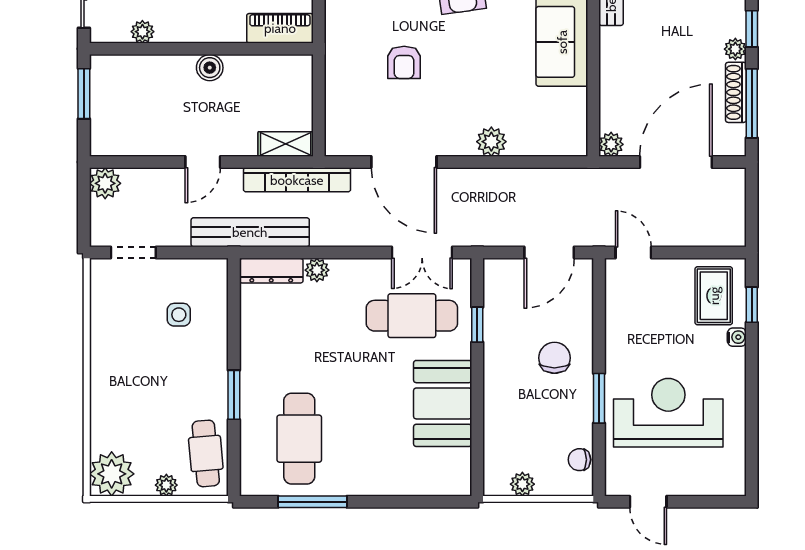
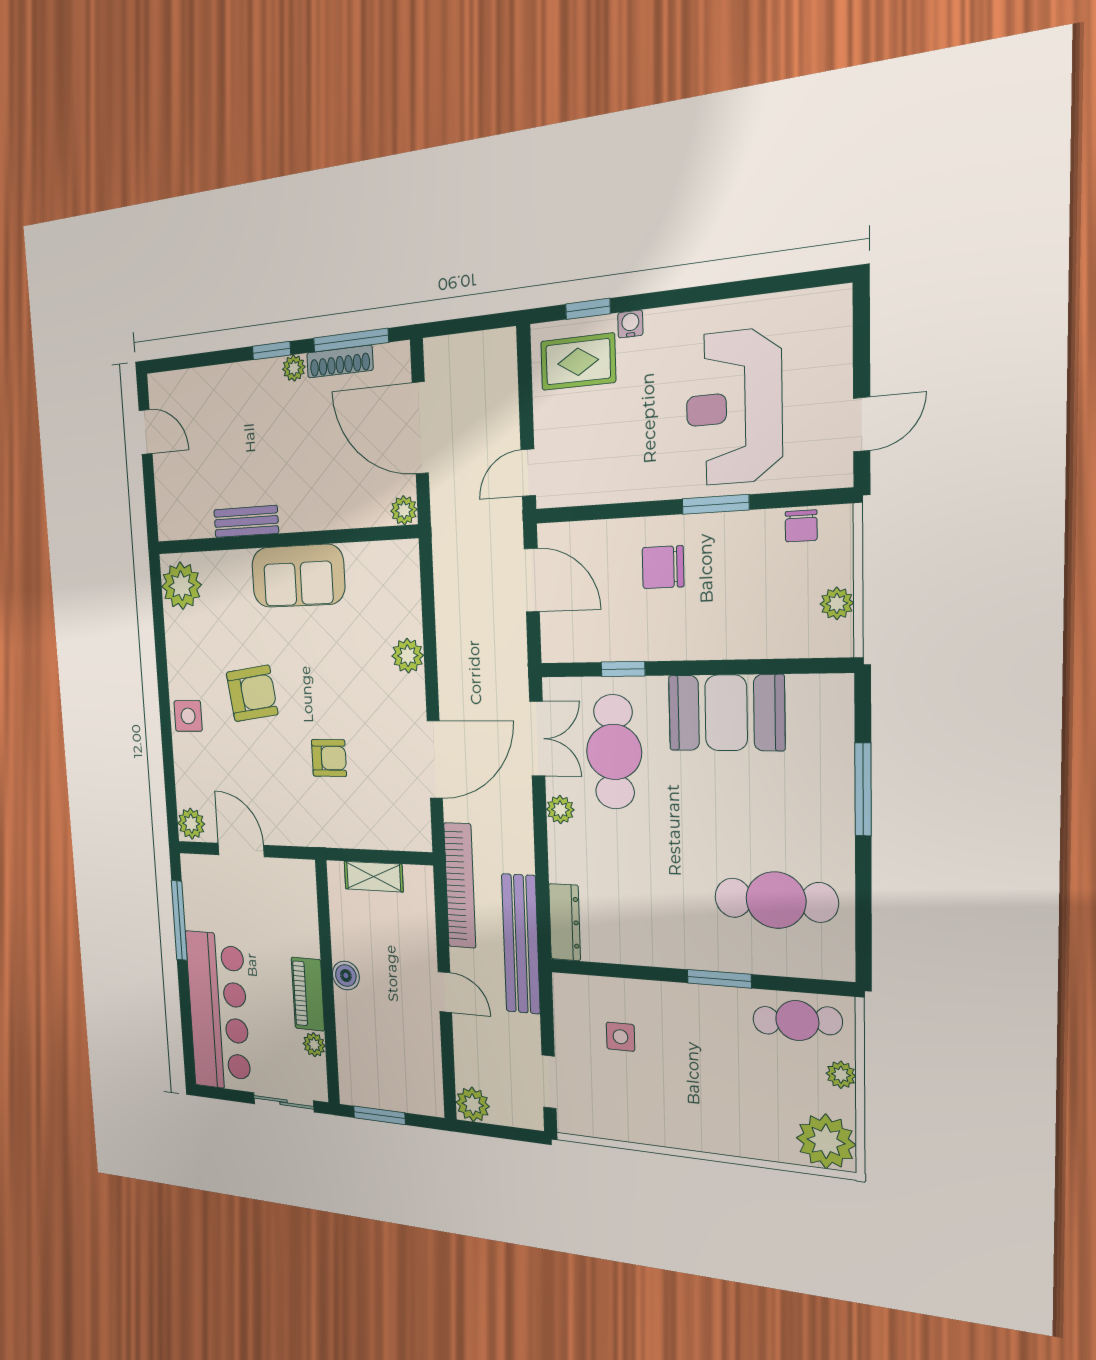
piano: (280, 28) -> (308, 994), moved
shelving: (286, 144) -> (374, 877), moved, turned 90
plant: (317, 270) -> (560, 810), moved
window: (313, 502) -> (863, 789), moved

